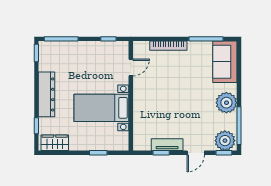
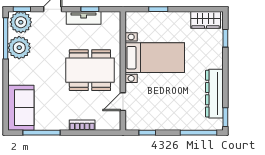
bookcase: (168, 46) -> (82, 125), width x0.64
dresser: (46, 94) -> (214, 94), moved
dining table: (161, 96) -> (90, 70), added
plant: (226, 103) -> (19, 48), moved

